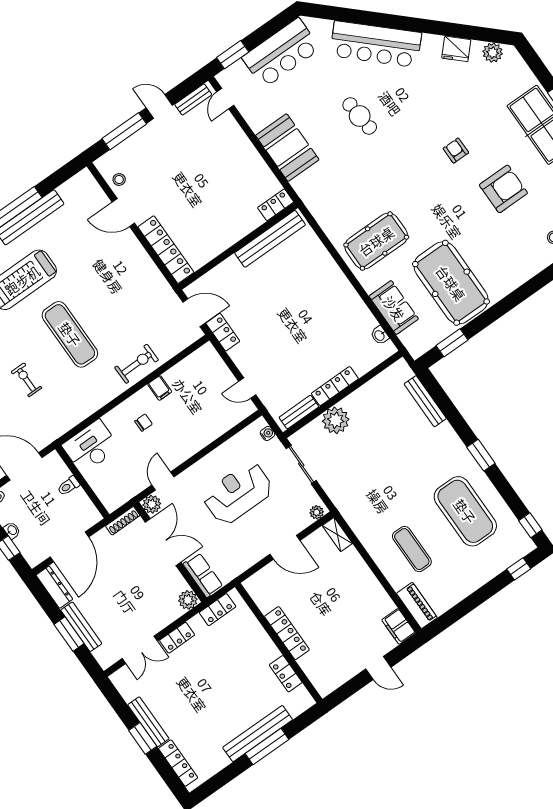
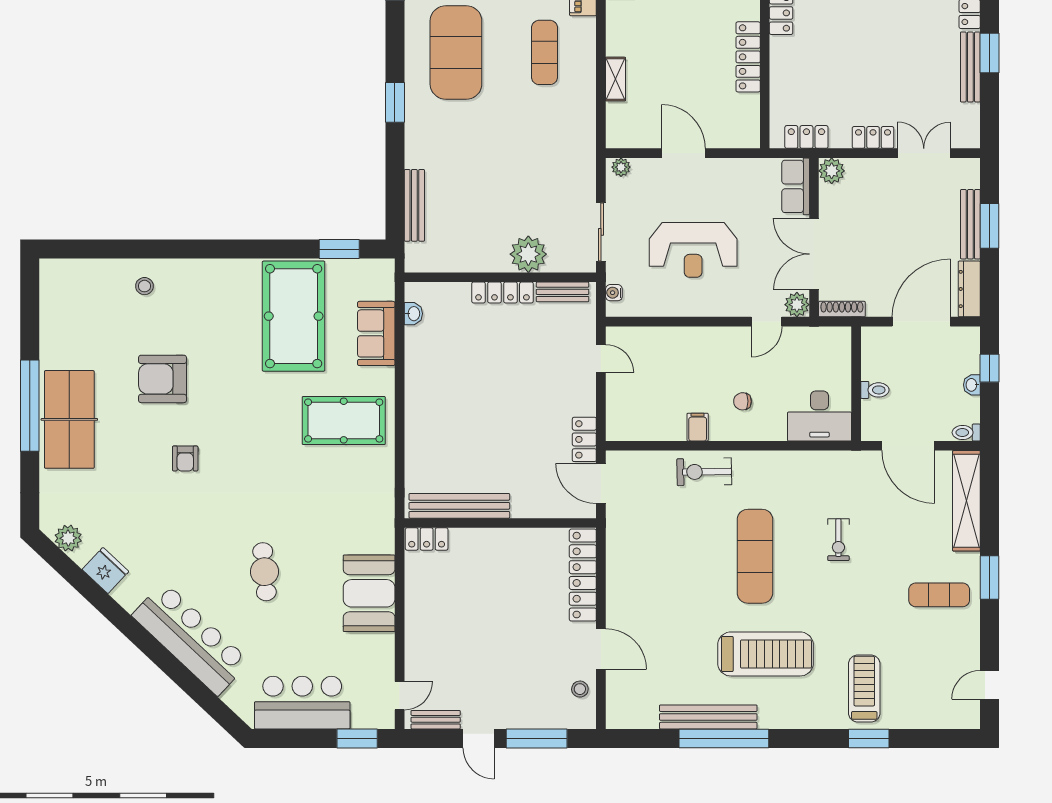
shelving: (337, 535) -> (615, 79), moved

